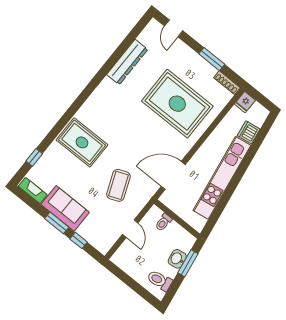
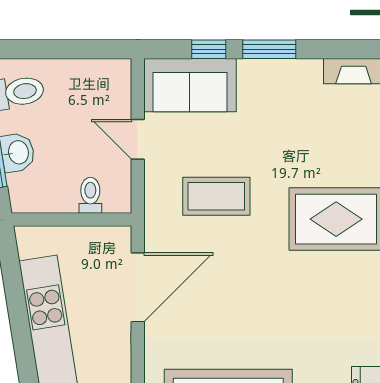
coffee table: (118, 185) -> (216, 196), turned -68
sofa: (65, 208) -> (190, 85), moved

